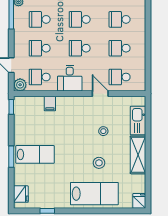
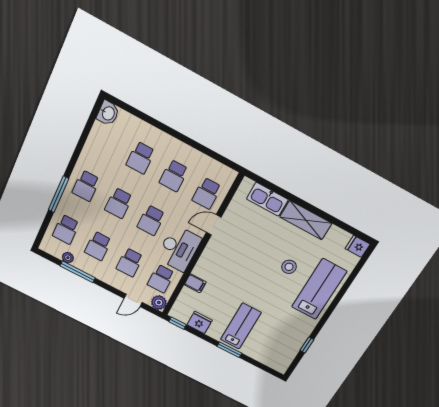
desk: (70, 78) -> (179, 248), width x1.37
stool: (103, 131) -> (257, 244), removed
fridge: (21, 194) -> (200, 322), moved

